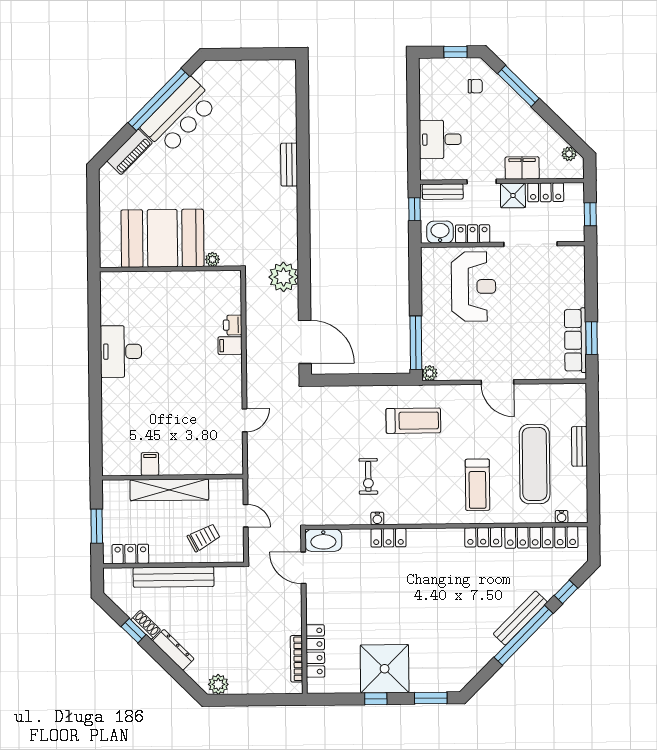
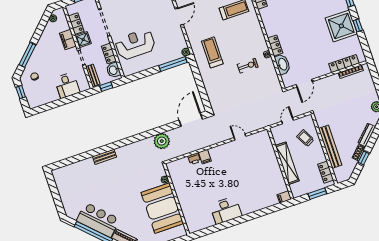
filing cabinet: (150, 464) -> (284, 197), moved
washbasin: (323, 540) -> (282, 64), moved

